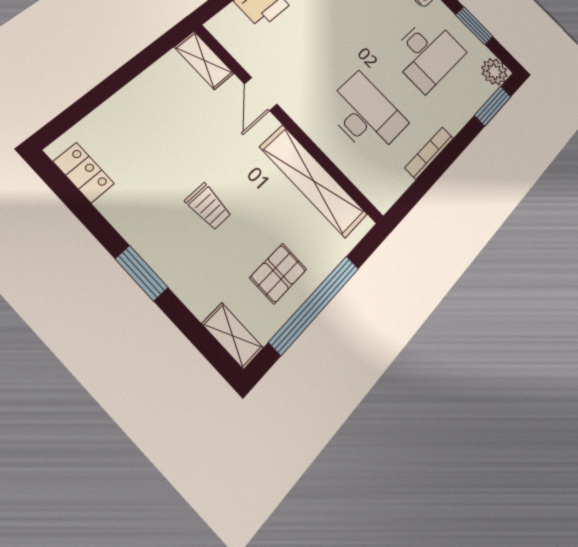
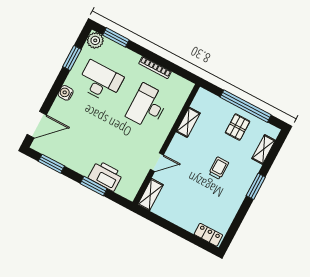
locker: (84, 173) -> (208, 235), moved, turned 90
shelving: (313, 181) -> (188, 122), width x0.45, depth x0.75
pallet: (278, 273) -> (238, 127), turned 90
shelving: (233, 336) -> (264, 149), moved

